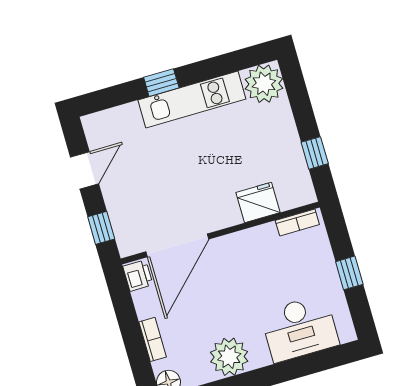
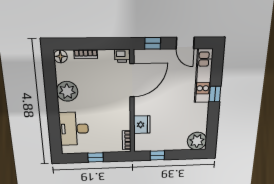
kitchen unit: (192, 100) -> (204, 76), moved
door: (177, 245) -> (132, 80), swing flipped

